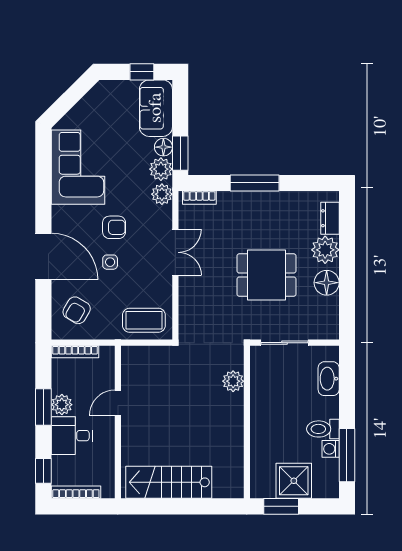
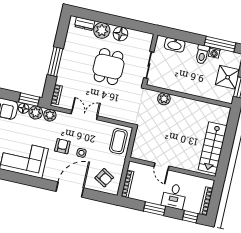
plant: (62, 405) -> (155, 198), removed

